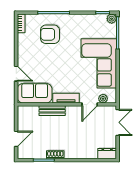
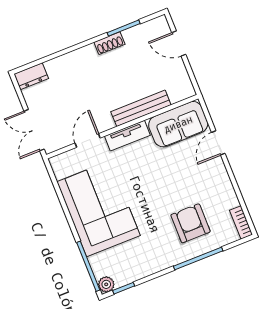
armchair: (50, 34) -> (191, 223), turned -90
door: (16, 74) -> (218, 143), hinge flipped
plant: (103, 99) -> (71, 157), removed
bench: (52, 111) -> (141, 108), width x1.36
door: (16, 139) -> (179, 44), hinge flipped

